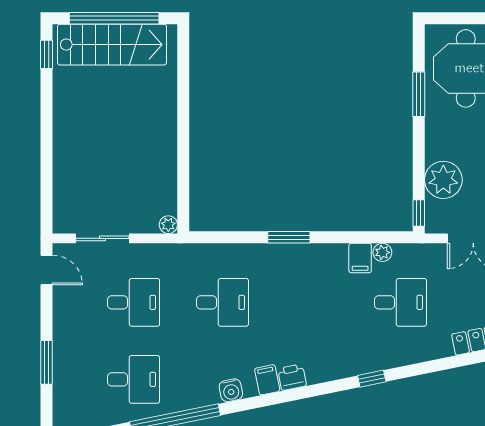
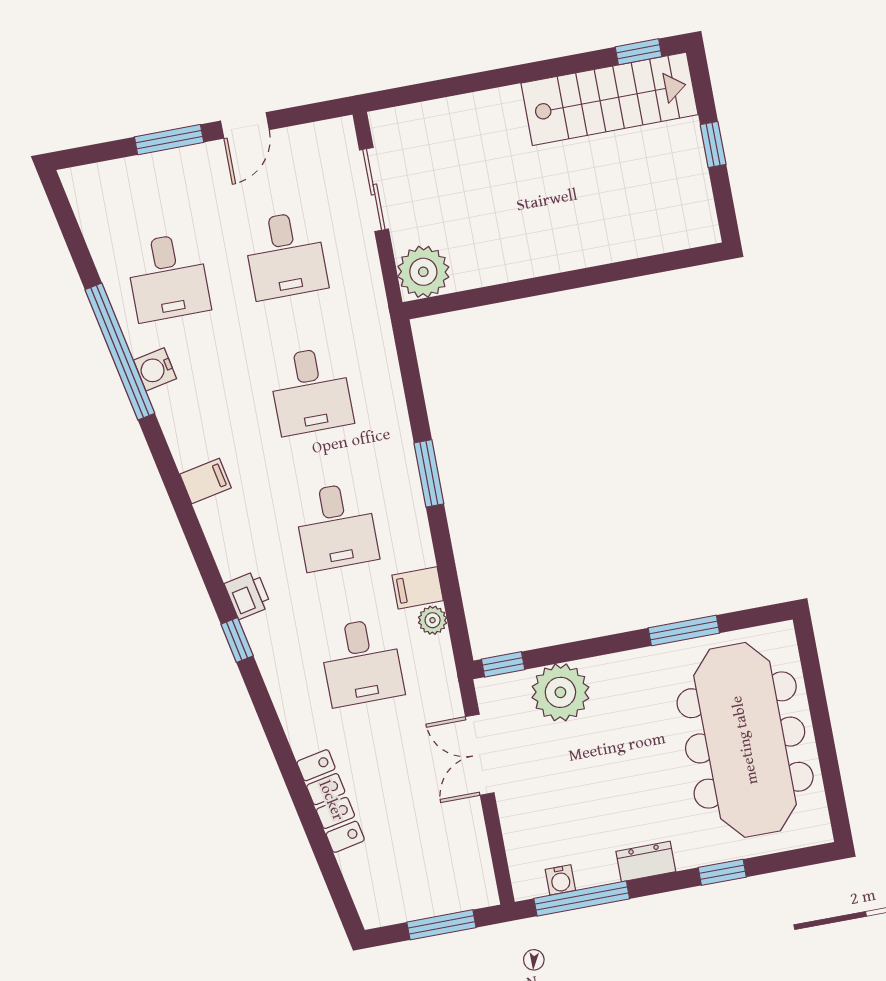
window: (114, 18) -> (713, 145), width x0.32
stairs: (112, 45) -> (609, 99), moved, turned -90
plant: (168, 225) -> (423, 272), width x1.88, depth x1.88
door: (47, 270) -> (245, 125), moved
desk: (312, 302) -> (336, 526), added
printer: (292, 377) -> (248, 595), moved
water cooler: (231, 390) -> (155, 369), moved

